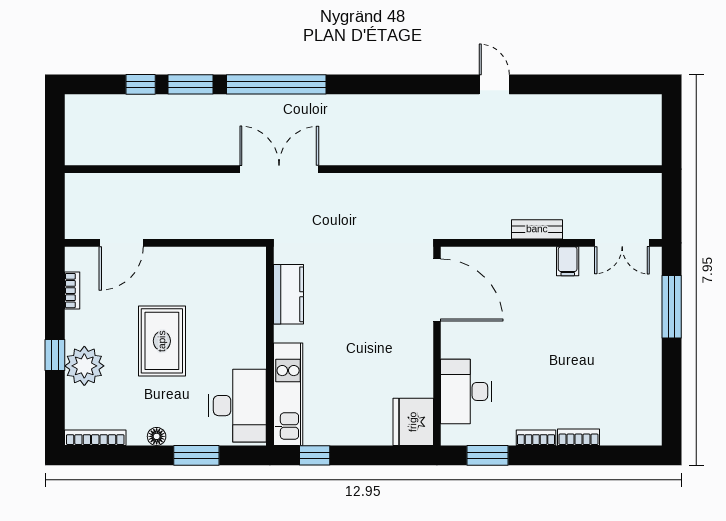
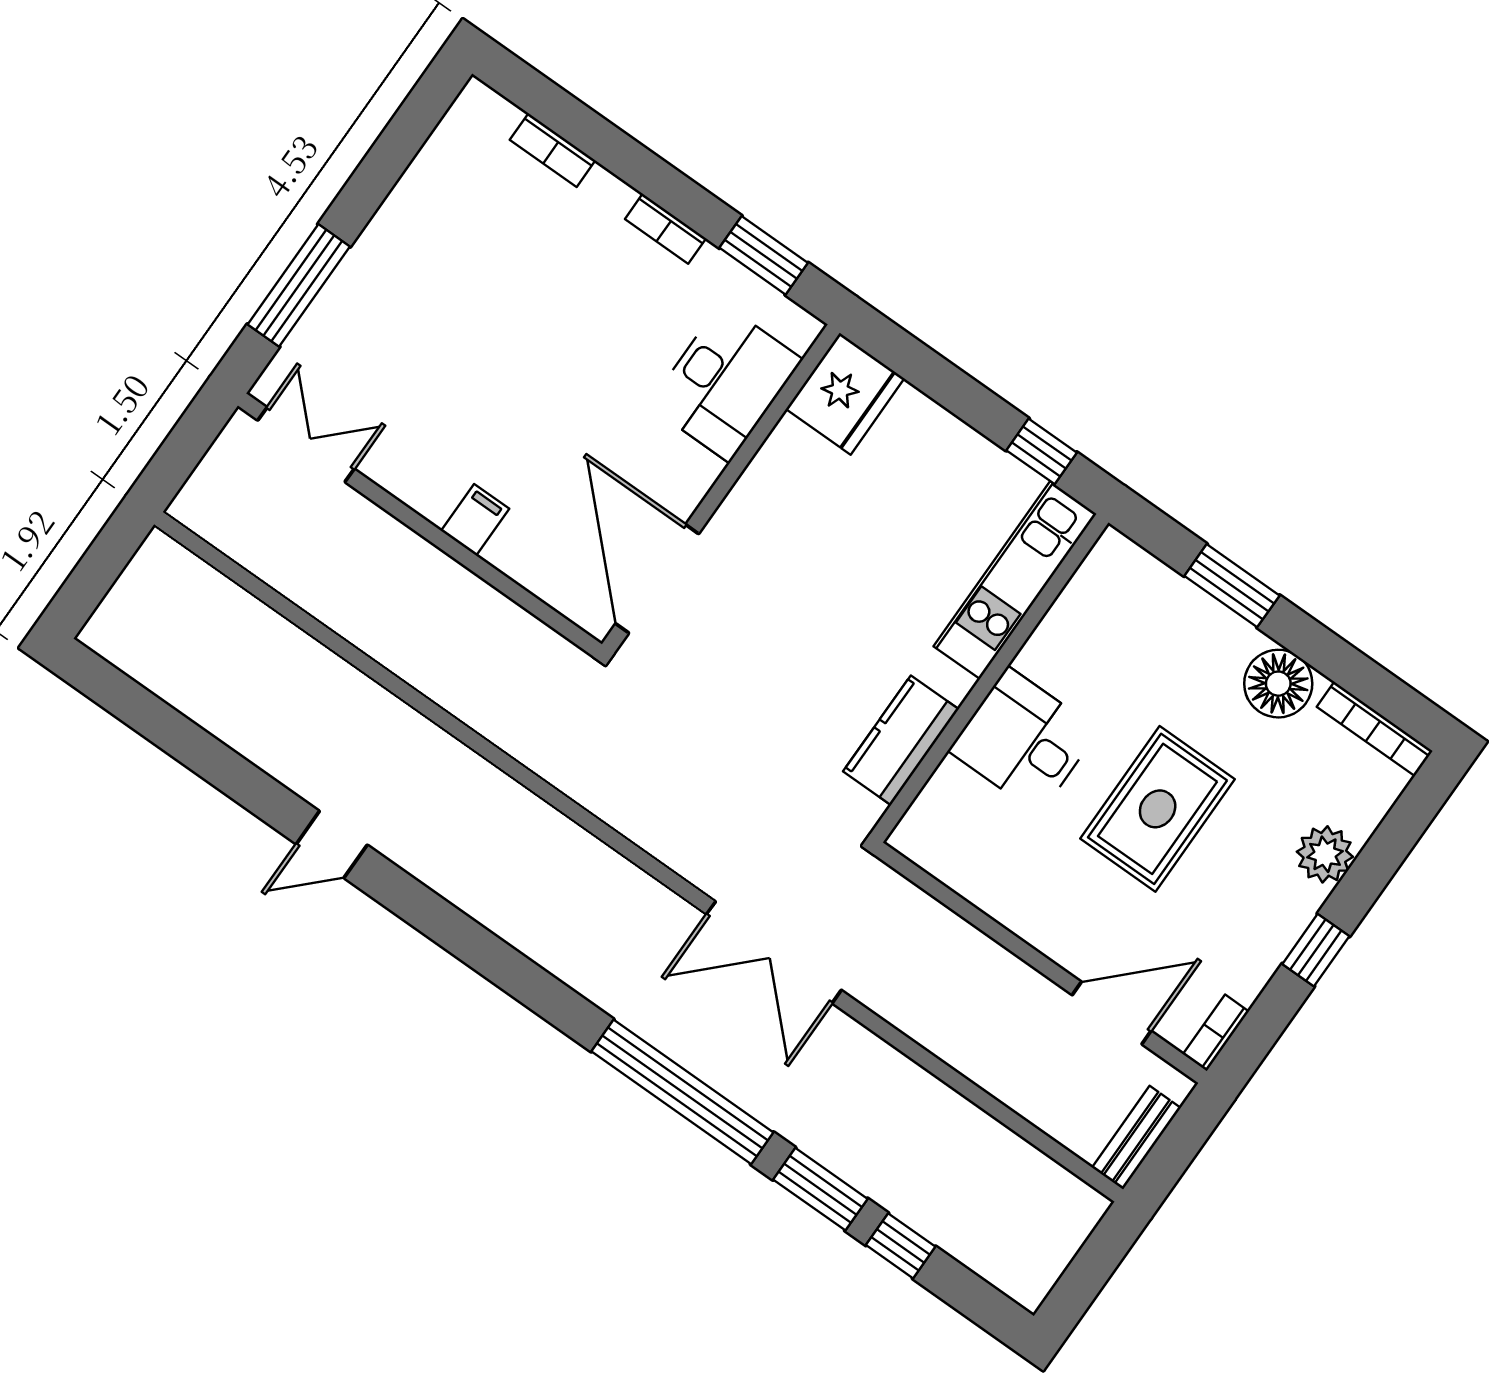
door: (494, 84) -> (332, 845), hinge flipped
bench: (537, 229) -> (1136, 1138), moved, turned 90
filing cabinet: (568, 261) -> (475, 520), moved
bookcase: (72, 291) -> (1216, 1033), moved
window: (55, 355) -> (1316, 950), moved
plant: (84, 366) -> (1325, 854), width x0.73, depth x0.73
desk: (238, 406) -> (1024, 741), moved, width x0.73
floor lamp: (157, 436) -> (1278, 684), width x1.89, depth x1.89
bookcase: (579, 437) -> (553, 150), moved

